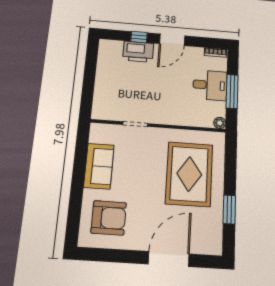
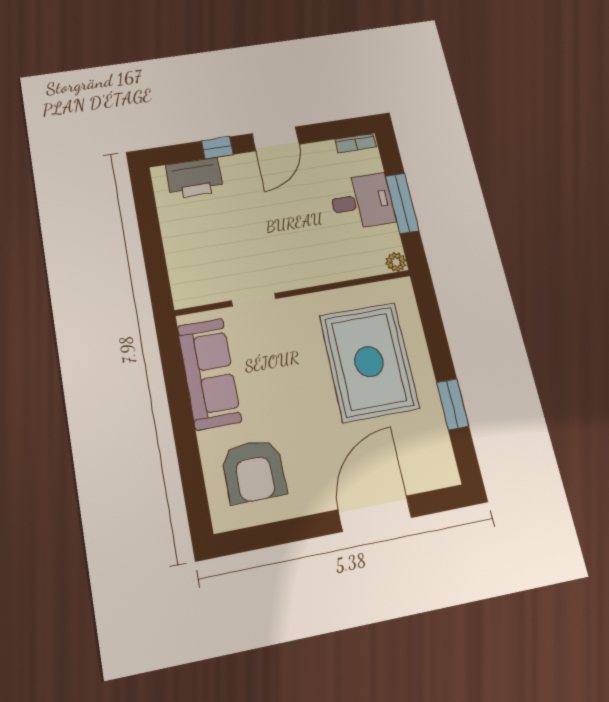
printer: (138, 52) -> (194, 178), moved
sofa: (99, 166) -> (209, 374), width x1.36
armchair: (109, 218) -> (254, 471), turned 90

